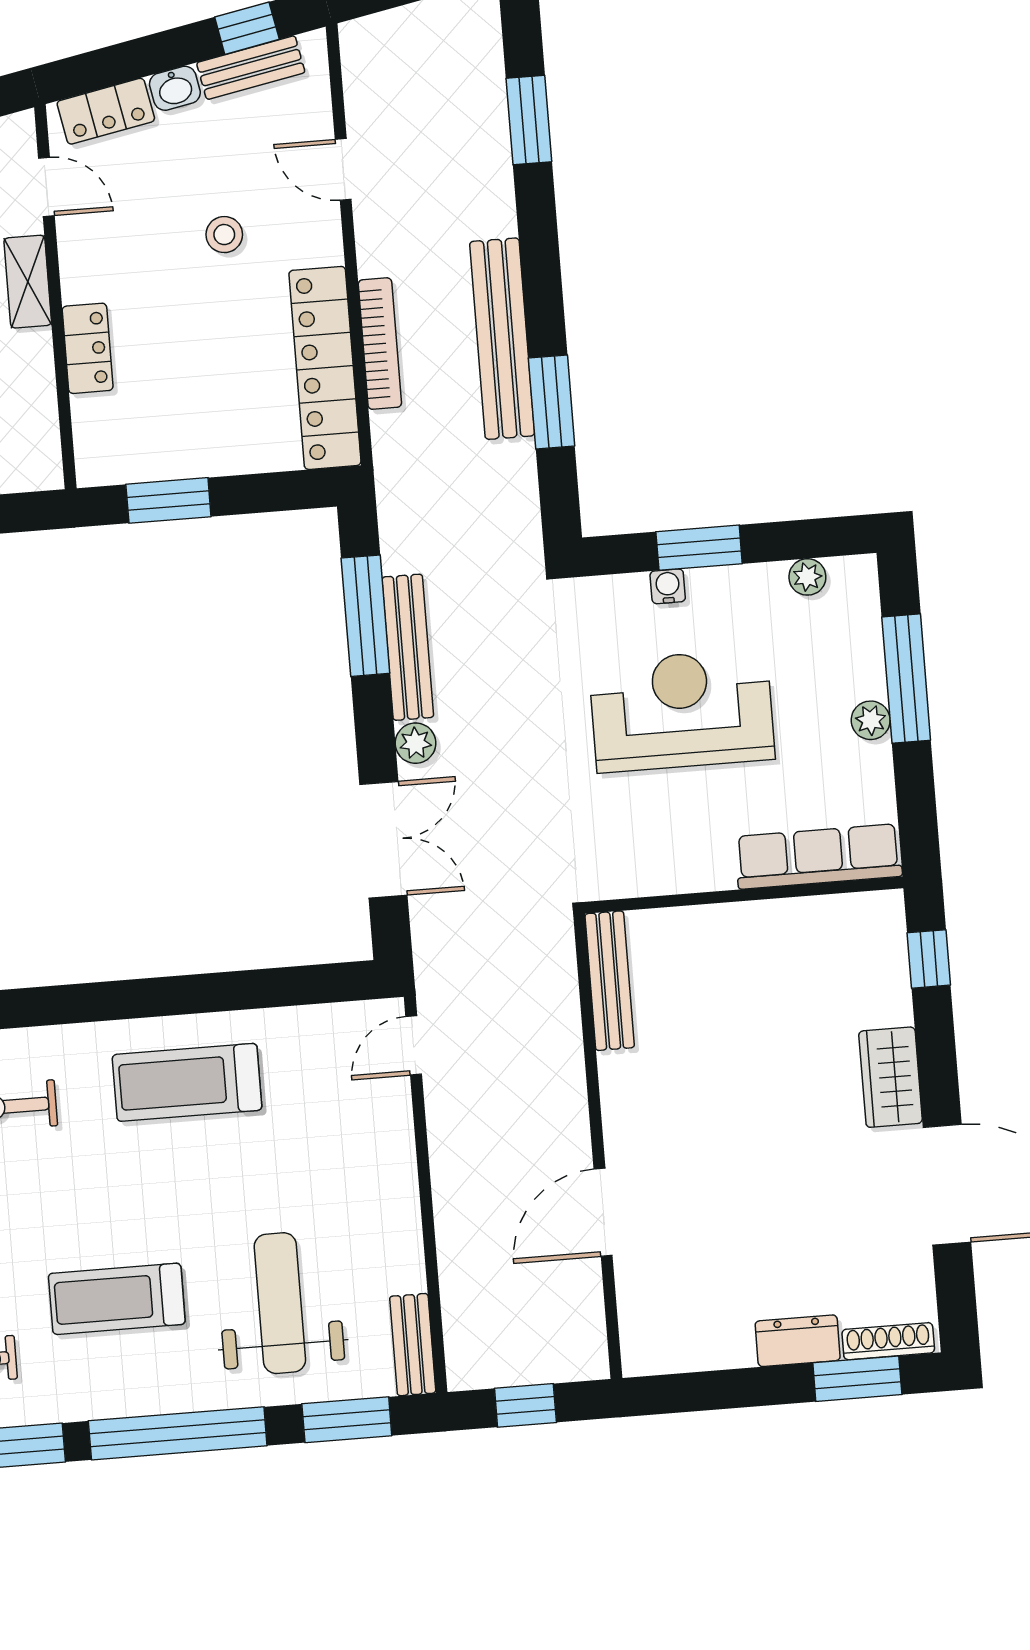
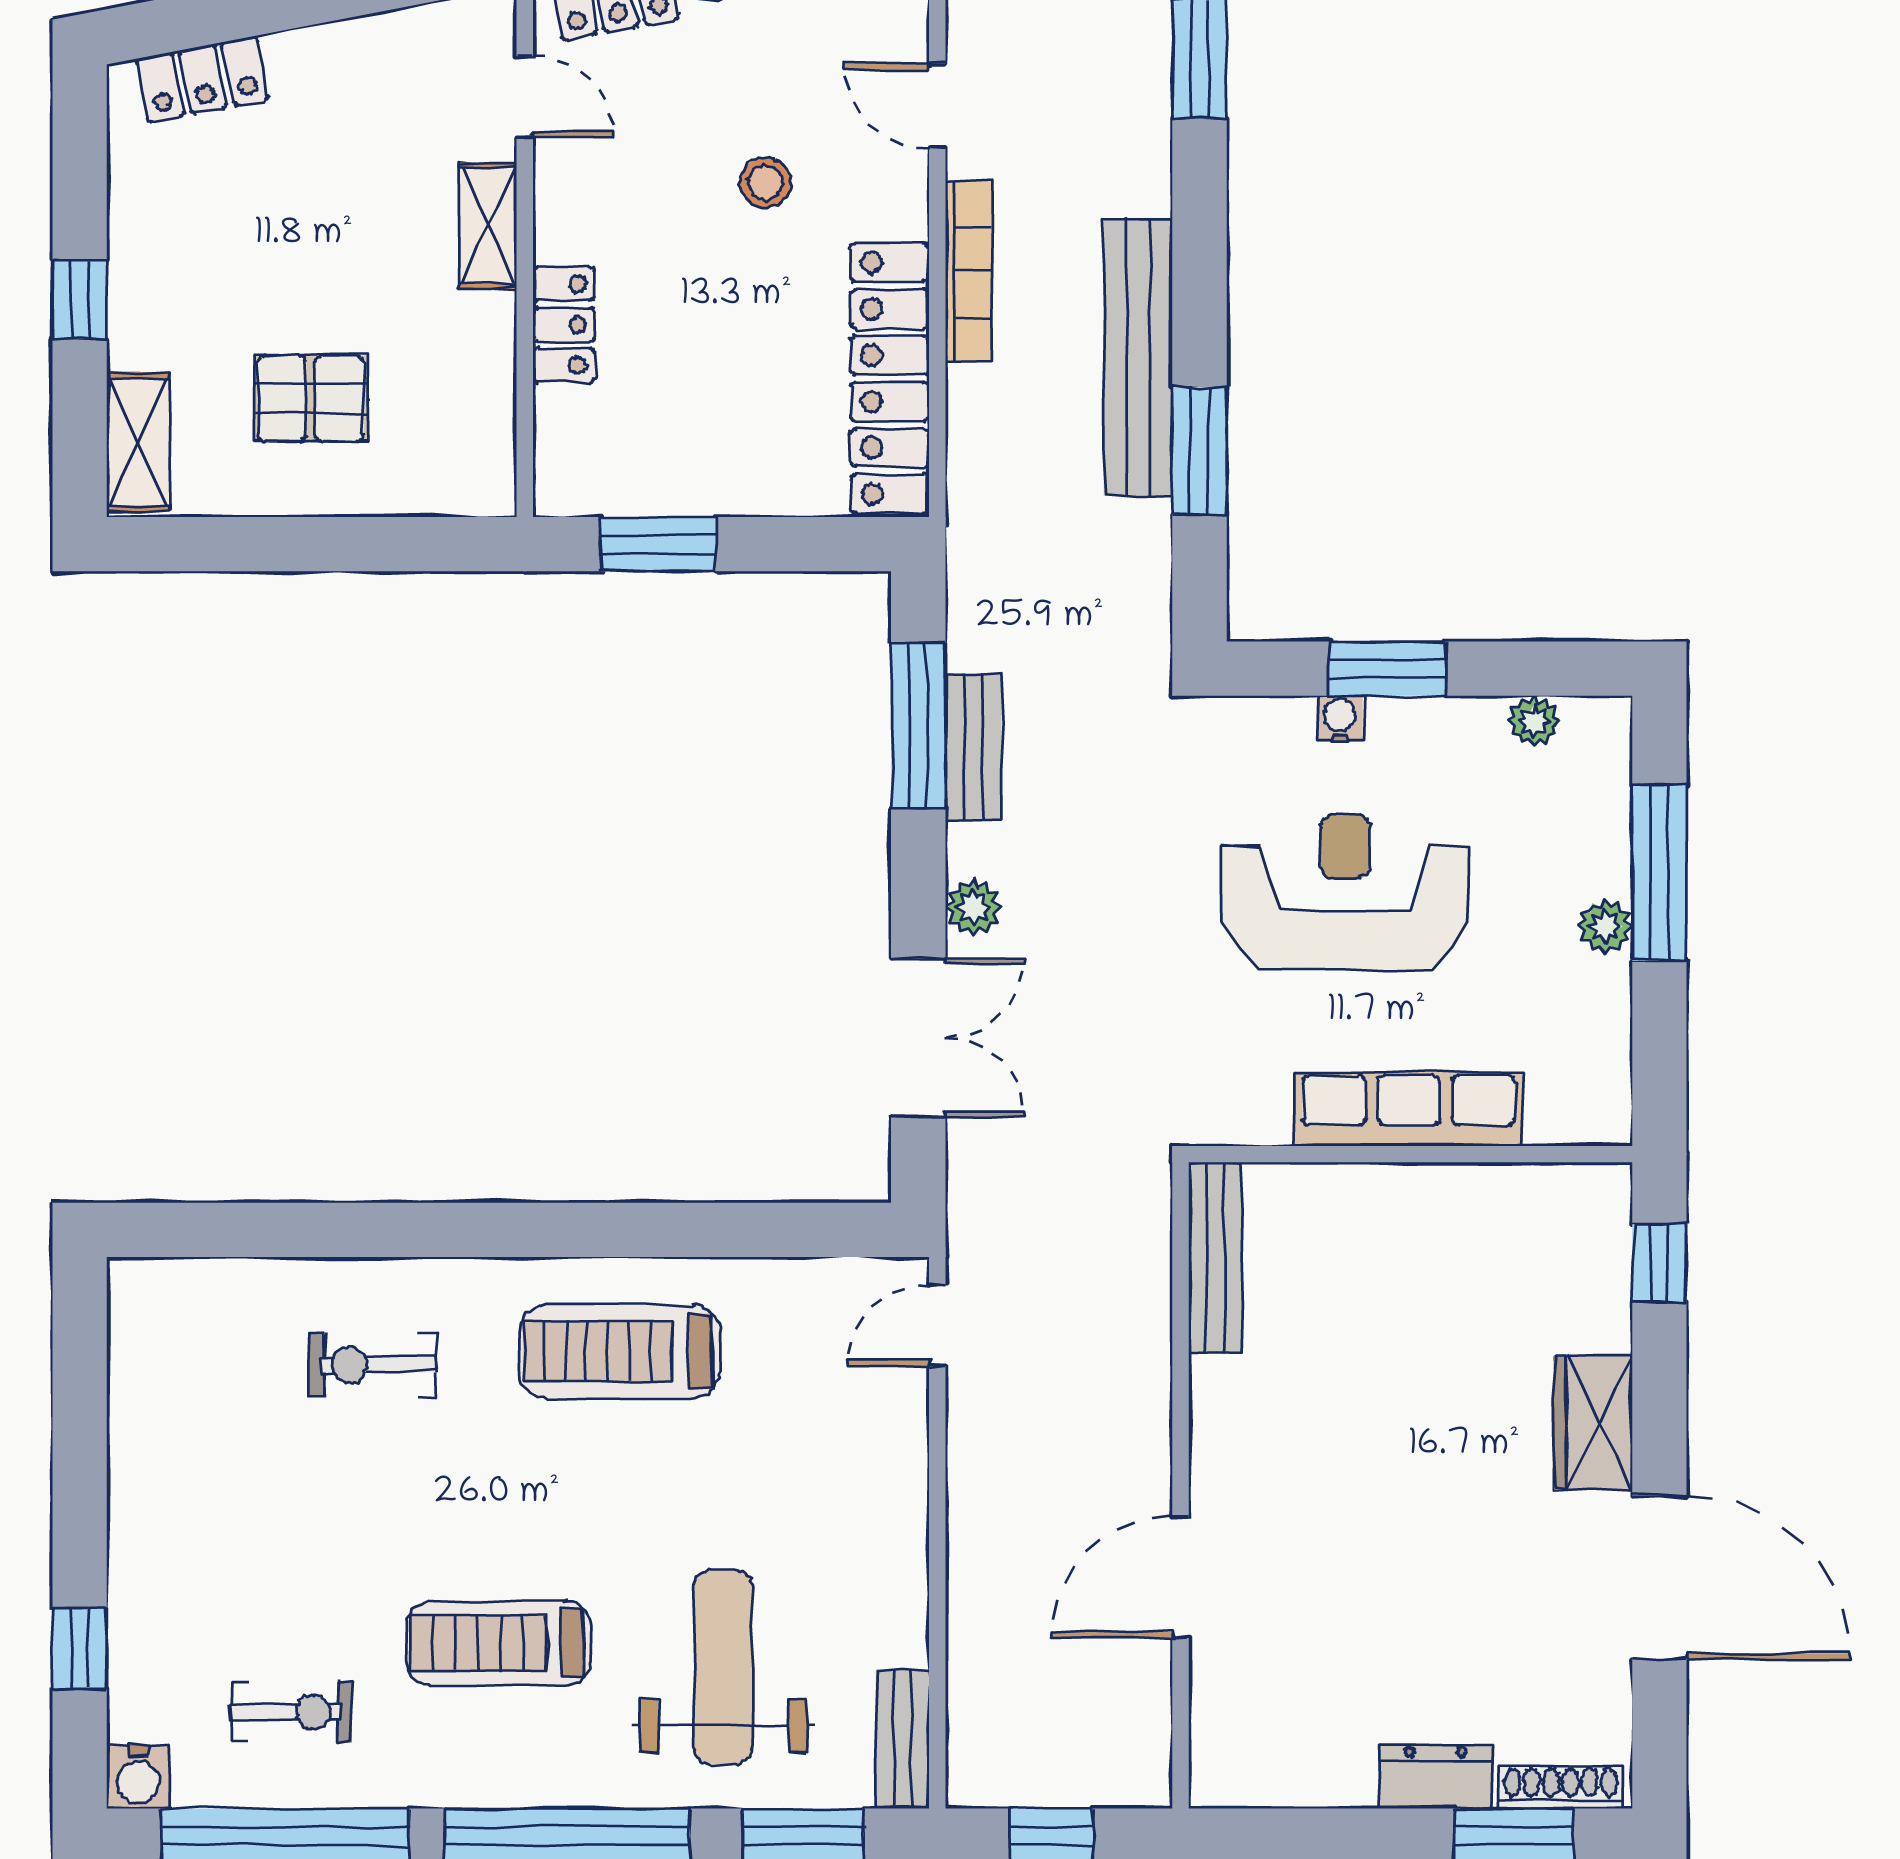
bookcase: (380, 344) -> (968, 271), moved
bench: (408, 647) -> (973, 747), width x0.73
row of seats: (818, 856) -> (1409, 1109), moved

